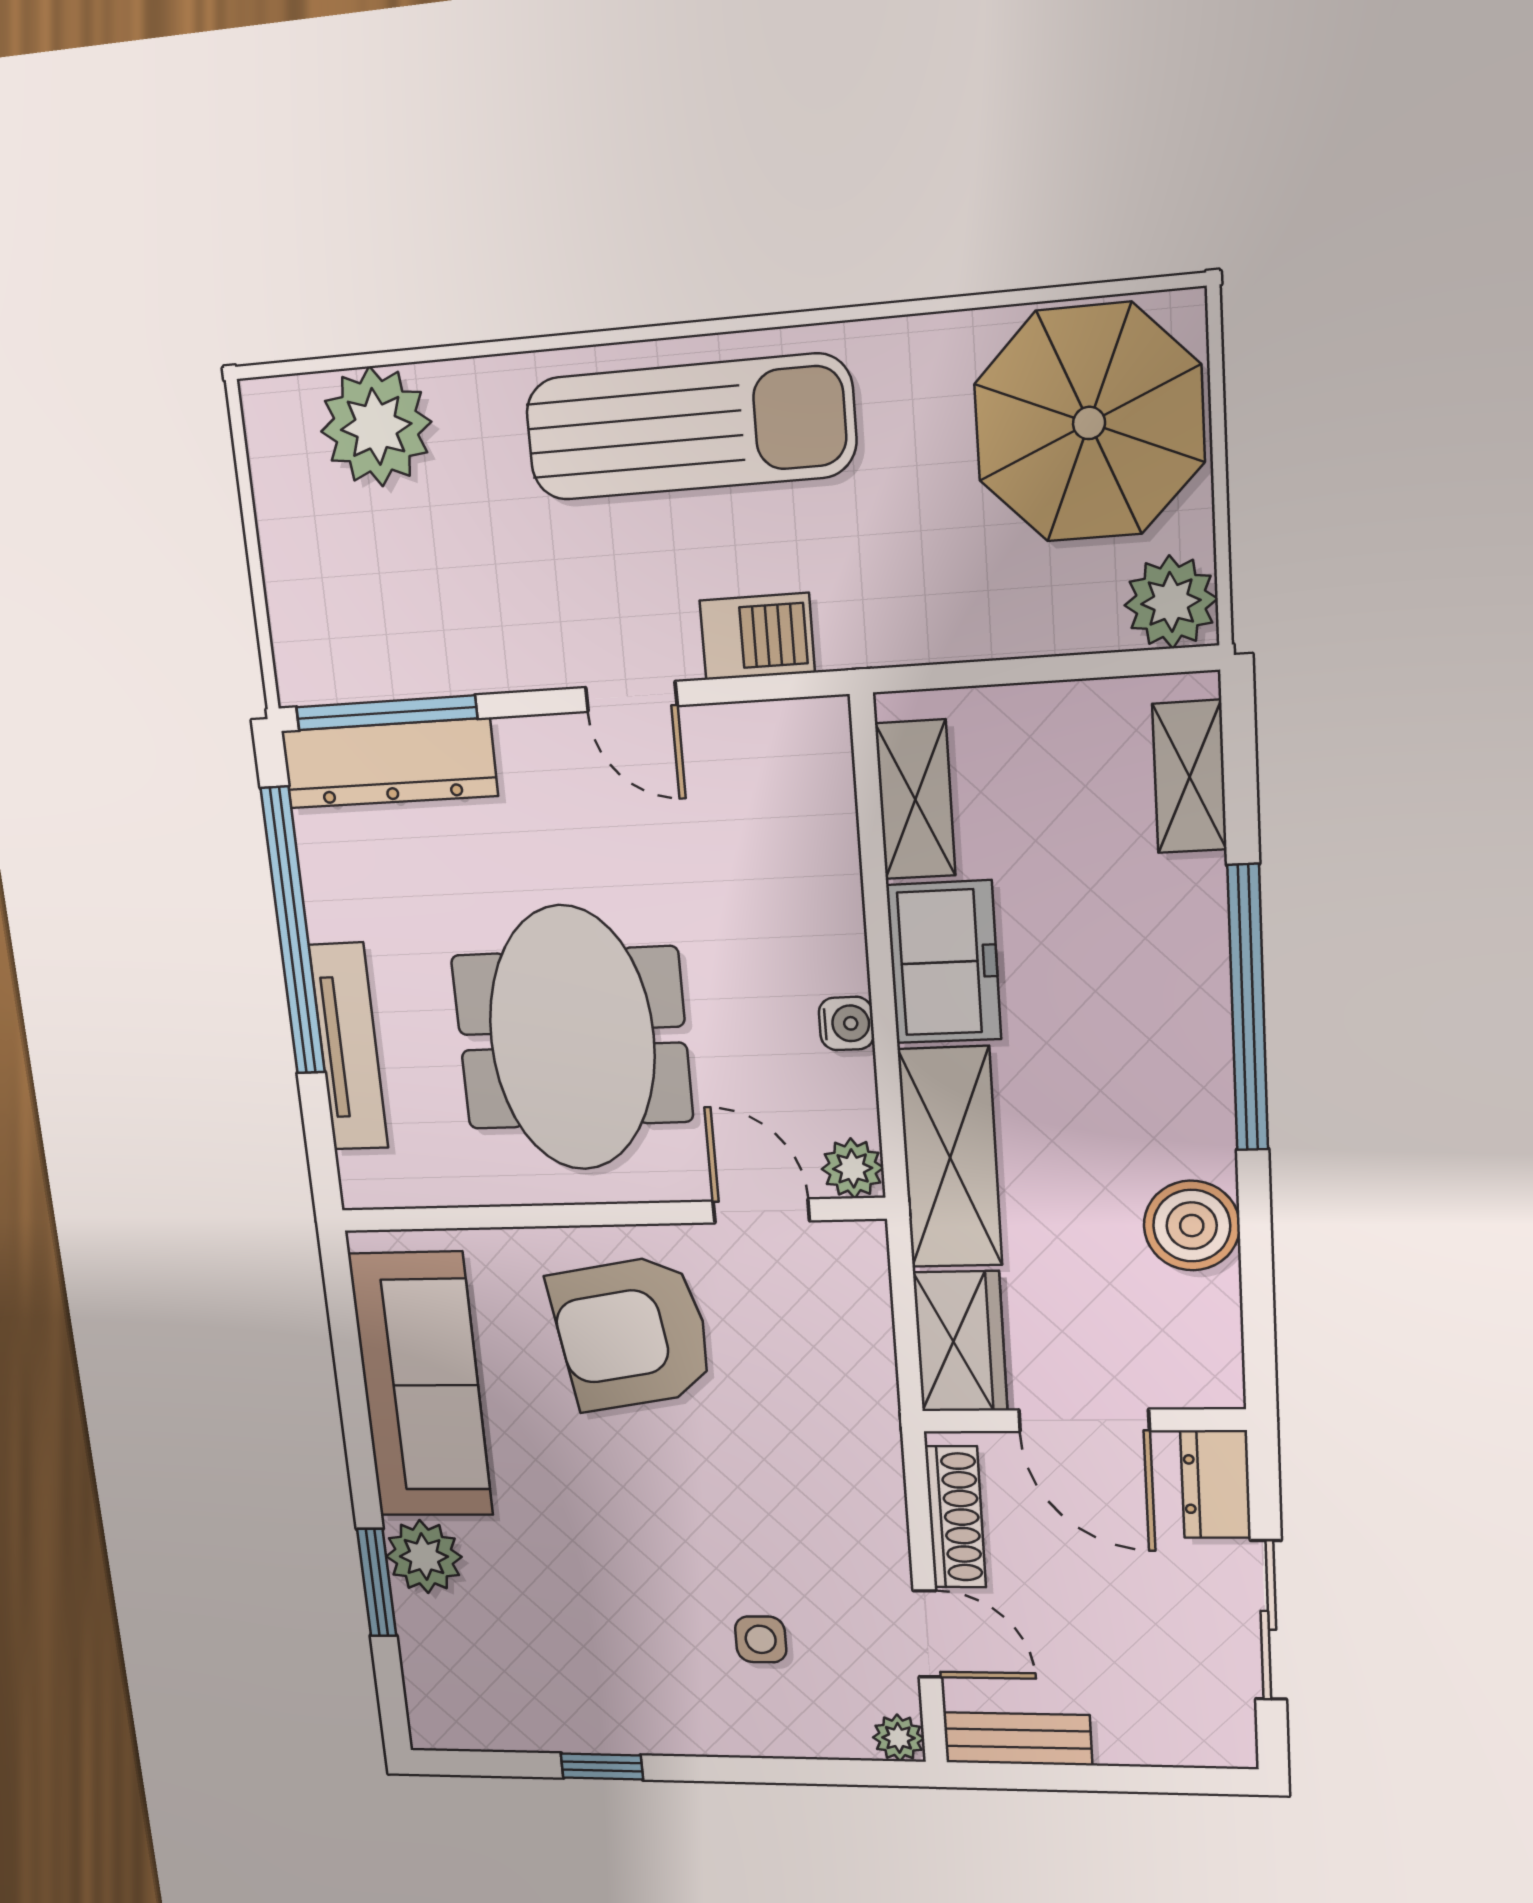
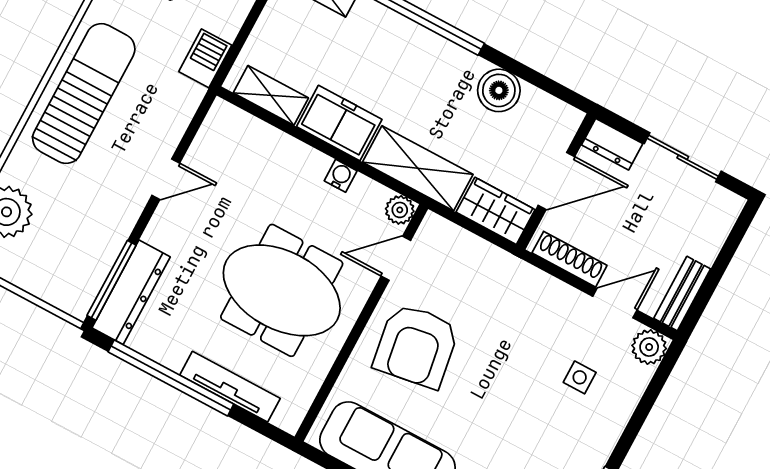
barbecue: (757, 637) -> (205, 58), moved
plant: (898, 1738) -> (649, 347), width x1.38, depth x1.38

